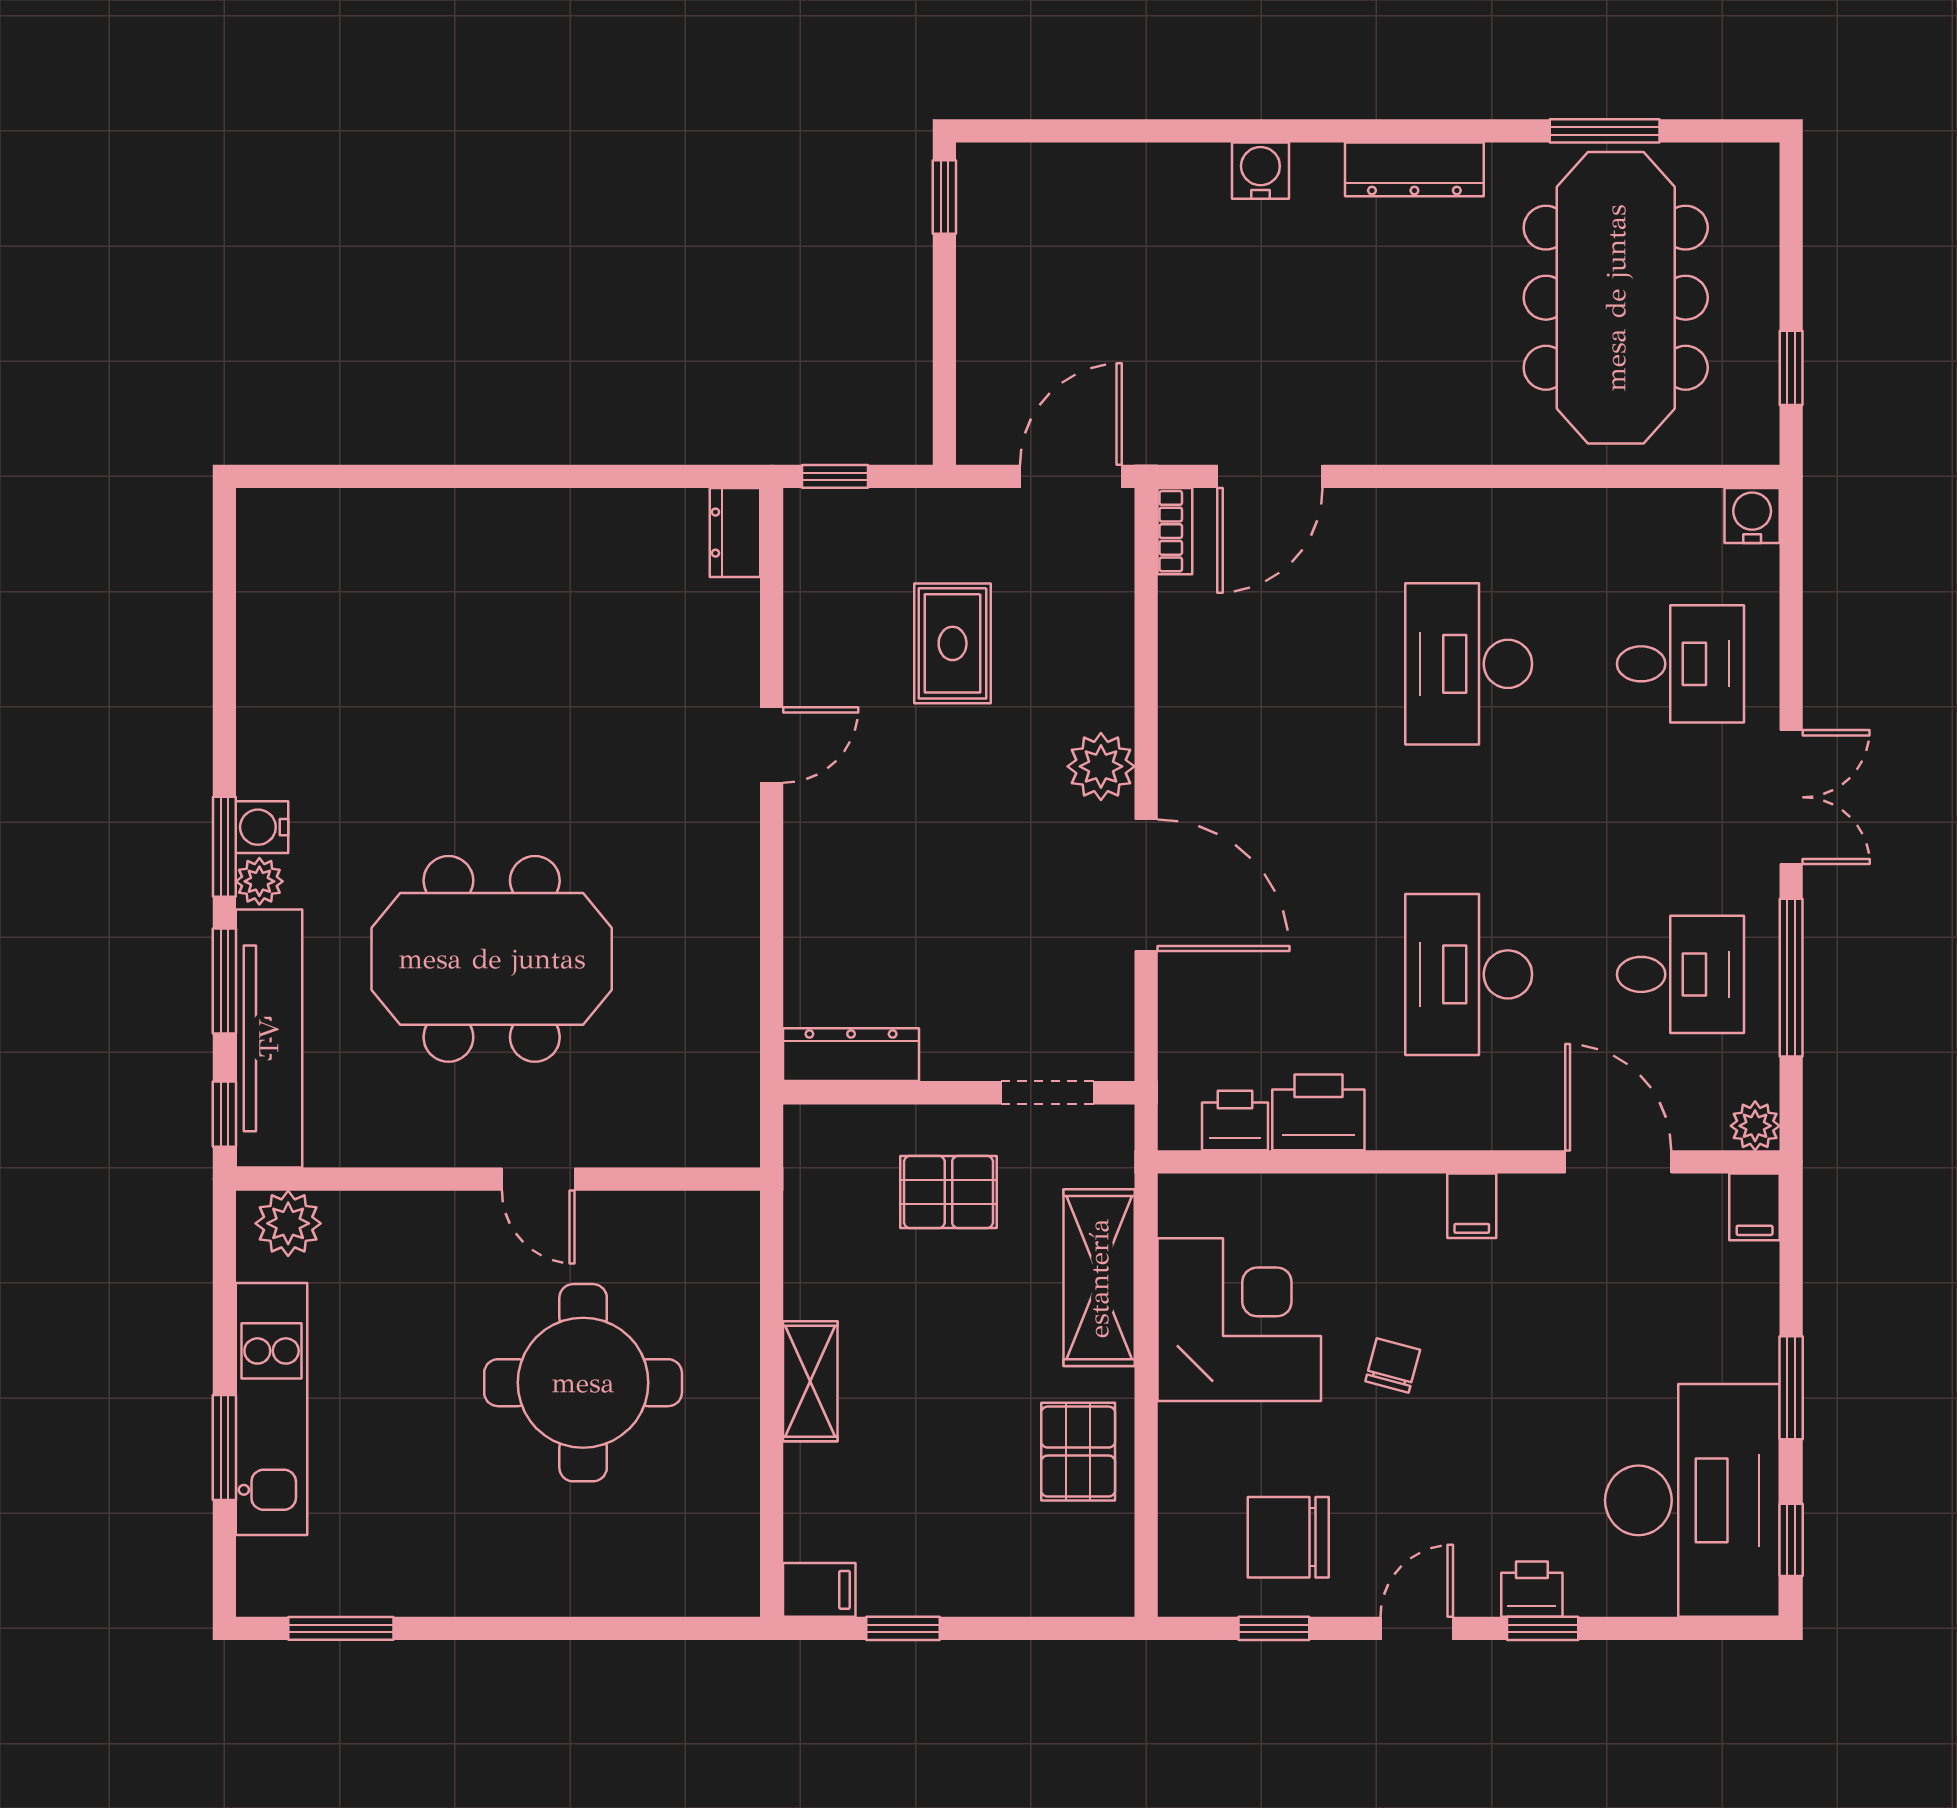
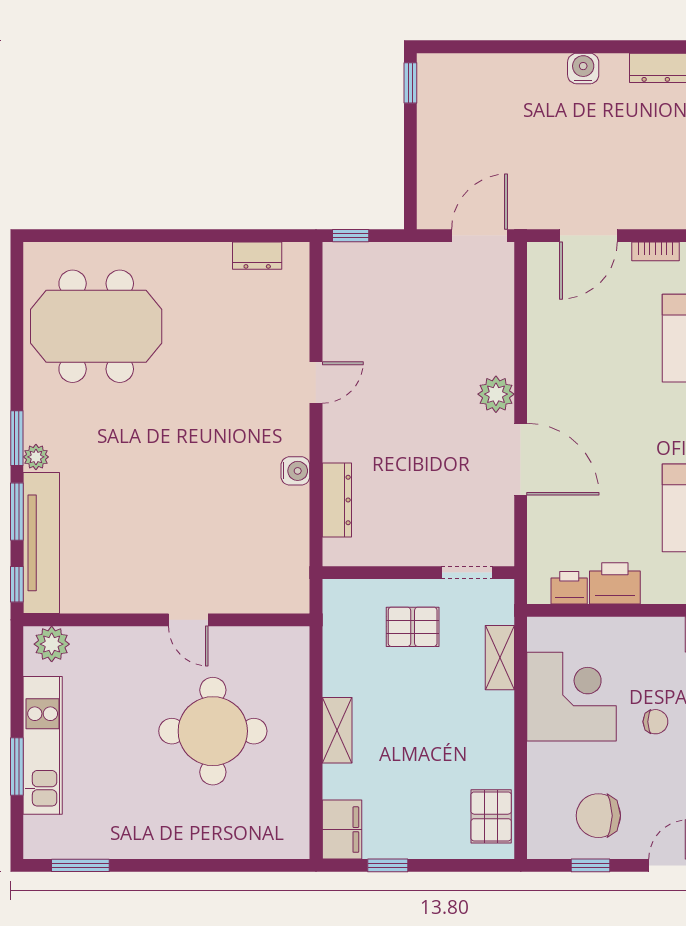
bookcase: (1175, 531) -> (655, 251), moved, turned 90
dresser: (735, 533) -> (257, 256), moved, turned -90
rug: (953, 643) -> (415, 327), removed
water cooler: (262, 827) -> (295, 471), moved, turned 180
meeting table: (492, 959) -> (96, 326), moved
dresser: (851, 1055) -> (337, 500), moved, turned 90
shelving: (1099, 1278) -> (500, 658), width x0.67, depth x0.75
chair: (1393, 1365) -> (655, 722), turned 75
pallet: (1078, 1452) -> (491, 816), moved
filing cabinet: (819, 1590) -> (342, 830), width x2.00

